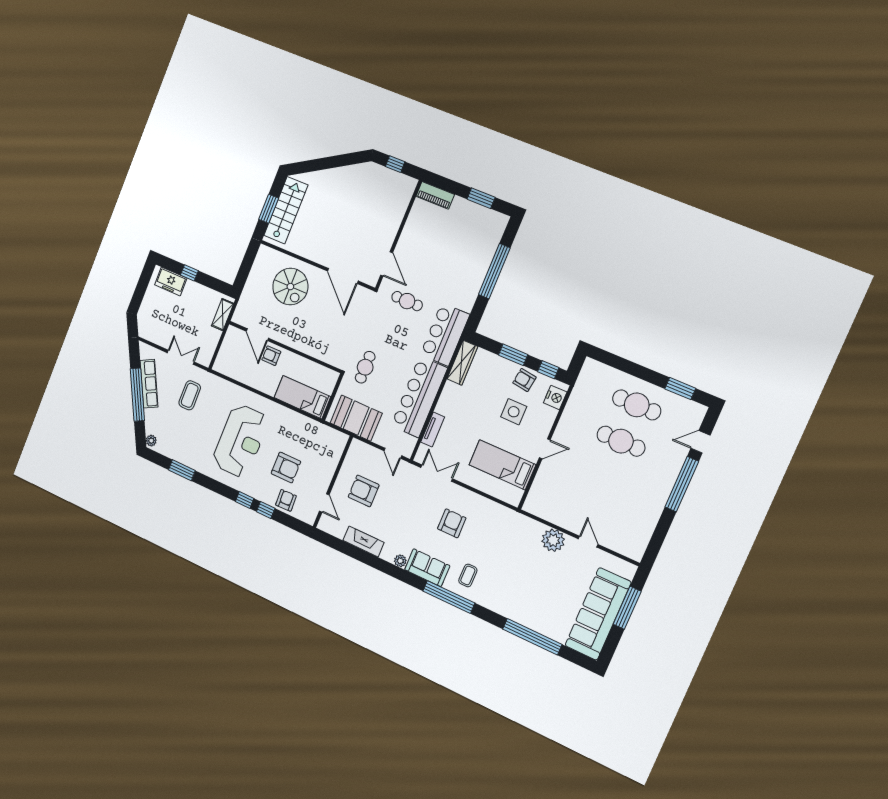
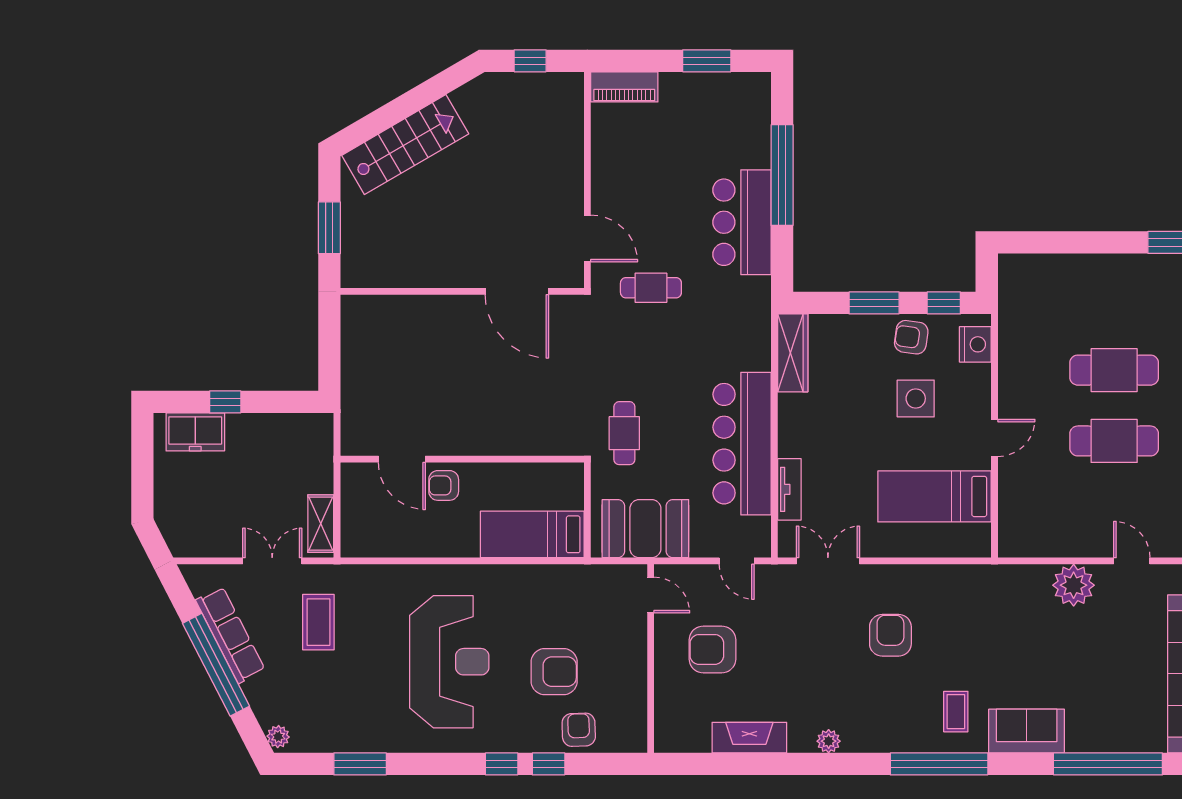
stairs: (286, 210) -> (405, 145), moved, turned 60
spiral stairs: (290, 287) -> (428, 349), removed
shelving: (223, 315) -> (321, 524), moved
bar counter: (445, 335) -> (742, 222), moved
cafe table: (637, 405) -> (1114, 441), moved
door: (324, 503) -> (651, 595), moved
sofa: (427, 568) -> (1027, 731), moved

